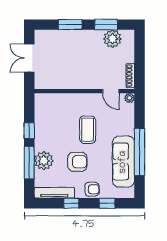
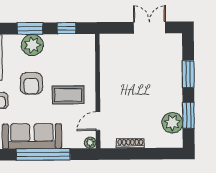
wall: (84, 91) -> (98, 91), moved
door: (111, 91) -> (98, 121), moved
plant: (129, 98) -> (90, 143), moved
window: (29, 162) -> (30, 28), width x0.69

